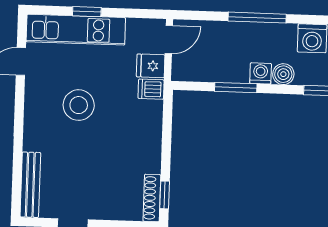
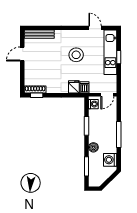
door: (169, 40) -> (107, 95), hinge flipped
fridge: (151, 66) -> (74, 87), moved
washing machine: (261, 73) -> (93, 104), moved

